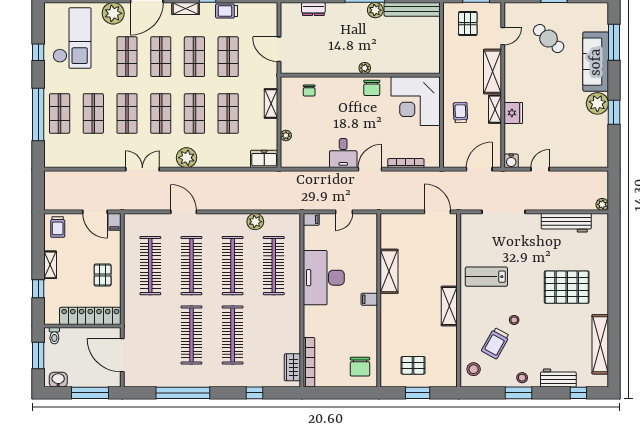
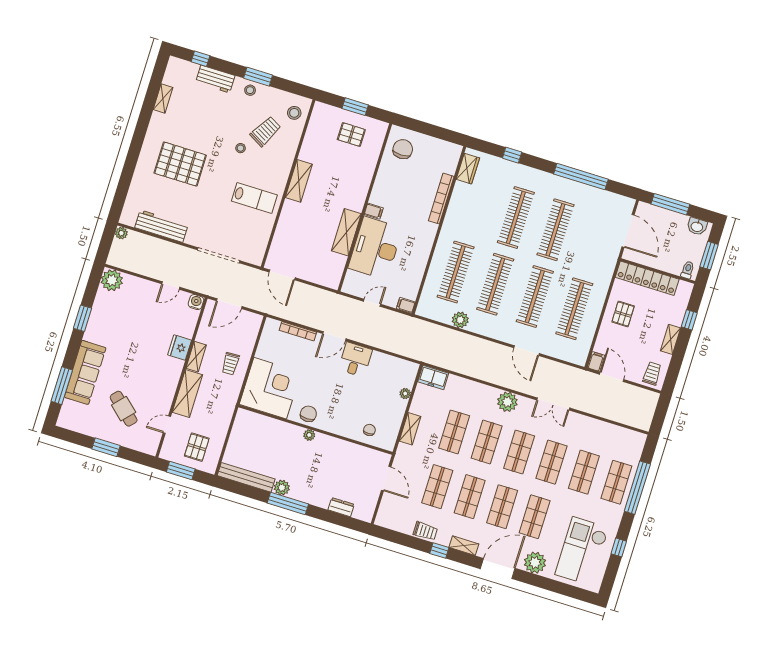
plant: (597, 103) -> (112, 280), moved
desk: (324, 278) -> (375, 248), moved, turned 180
shelving: (600, 344) -> (163, 98), width x0.45, depth x0.75
bookcase: (309, 362) -> (441, 199), moved

